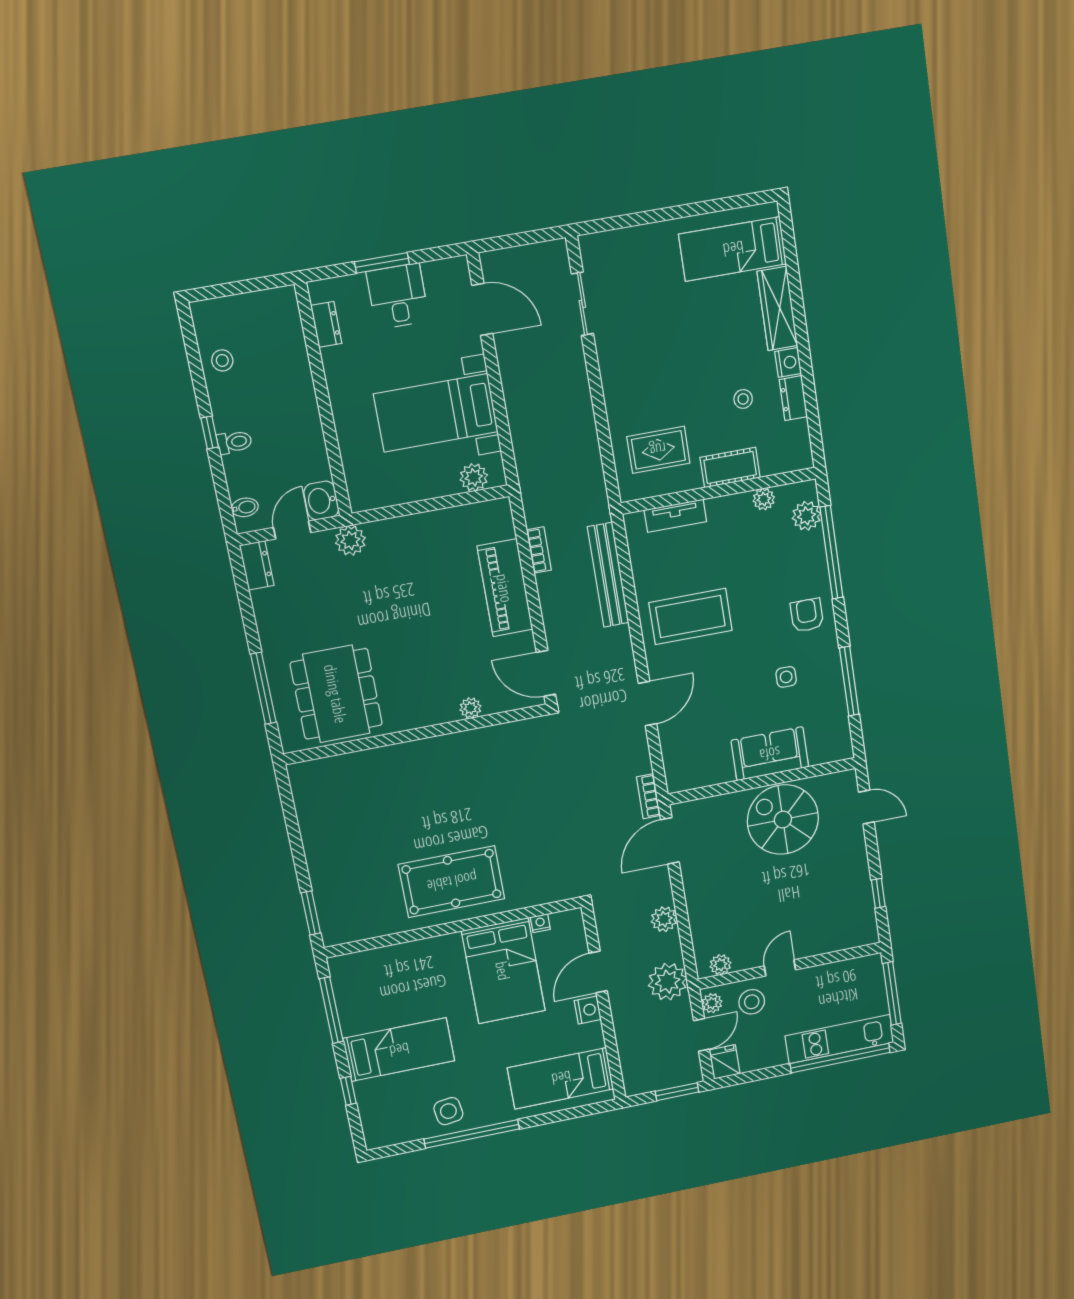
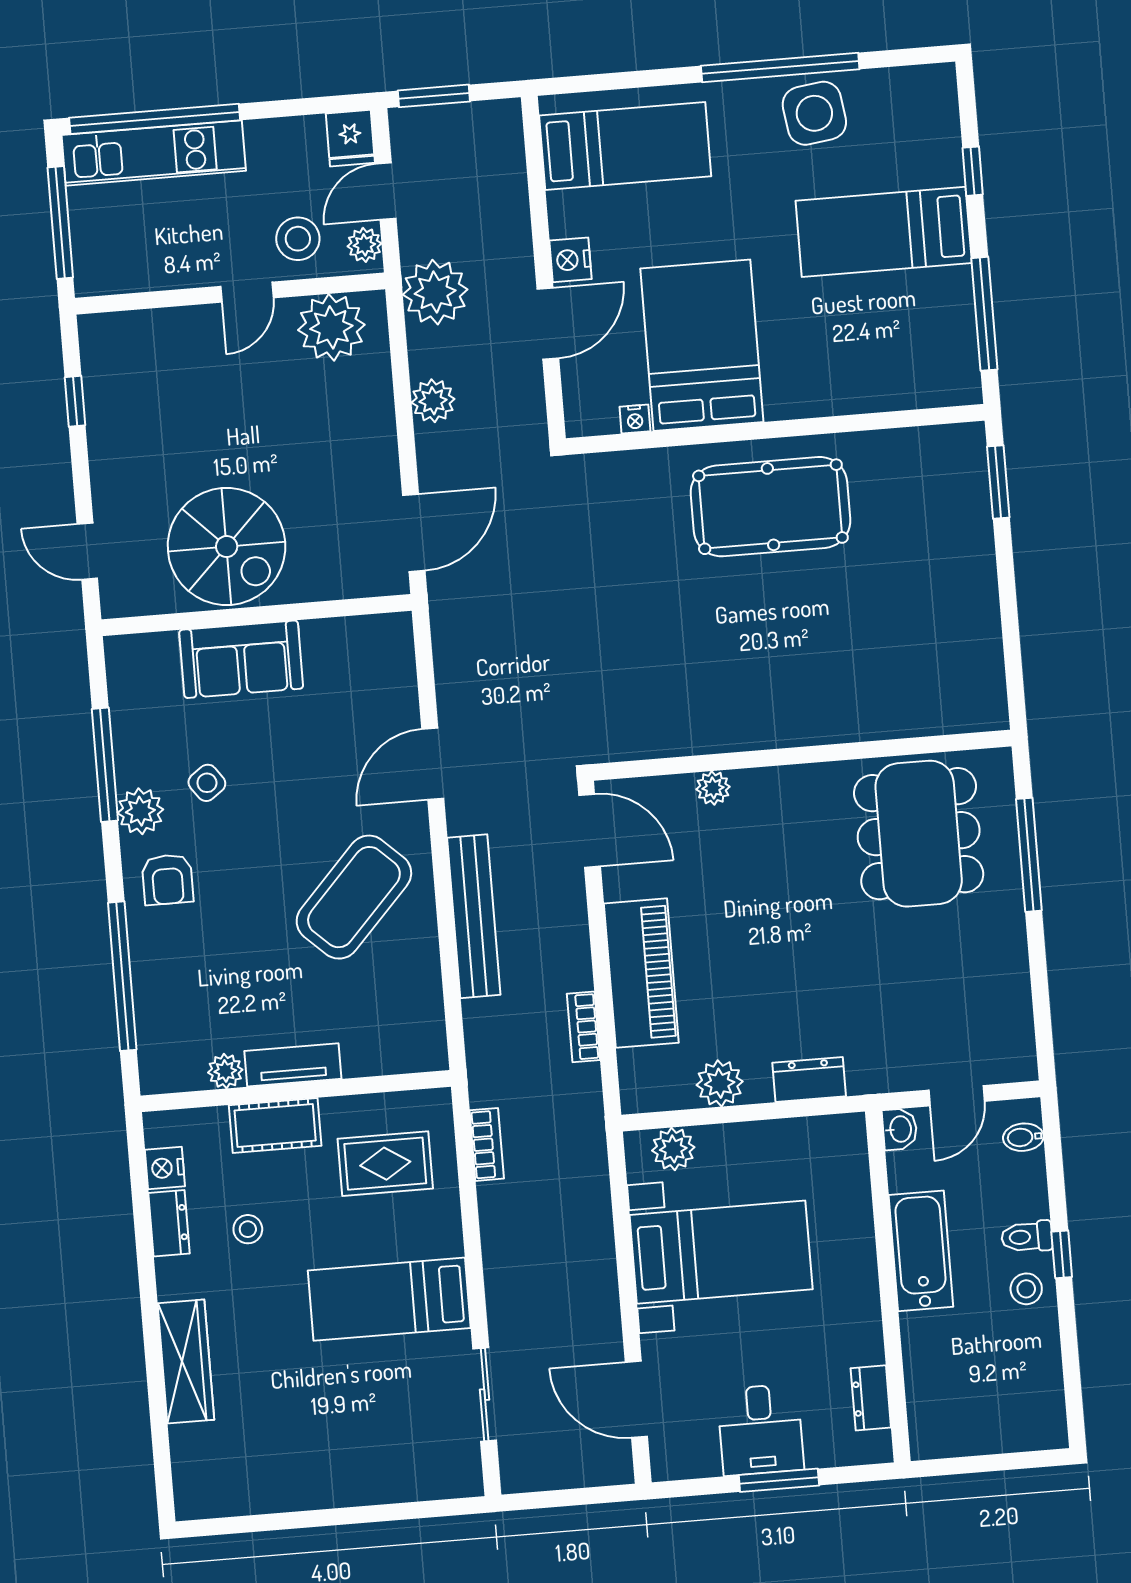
bed: (733, 249) -> (389, 1299), moved, turned 180
stool: (222, 360) -> (1026, 1289), moved
nightstand: (788, 362) -> (165, 1168), moved
bathtub: (304, 426) -> (921, 1251), added
washbasin: (321, 501) -> (900, 1129), width x0.72, depth x0.69
tv unit: (675, 516) -> (293, 1065), moved
plant: (806, 516) -> (140, 811), moved
plant: (350, 540) -> (720, 1083), moved
dresser: (257, 565) -> (809, 1080), moved, turned 90
bench: (608, 575) -> (474, 916), moved
coffee table: (690, 617) -> (354, 897), turned -47
side table: (786, 677) -> (207, 783), turned -36
bookcase: (648, 796) -> (487, 1144), moved
plant: (720, 965) -> (331, 327), width x1.87, depth x1.87
side table: (448, 1111) -> (814, 113), width x1.37, depth x1.37

